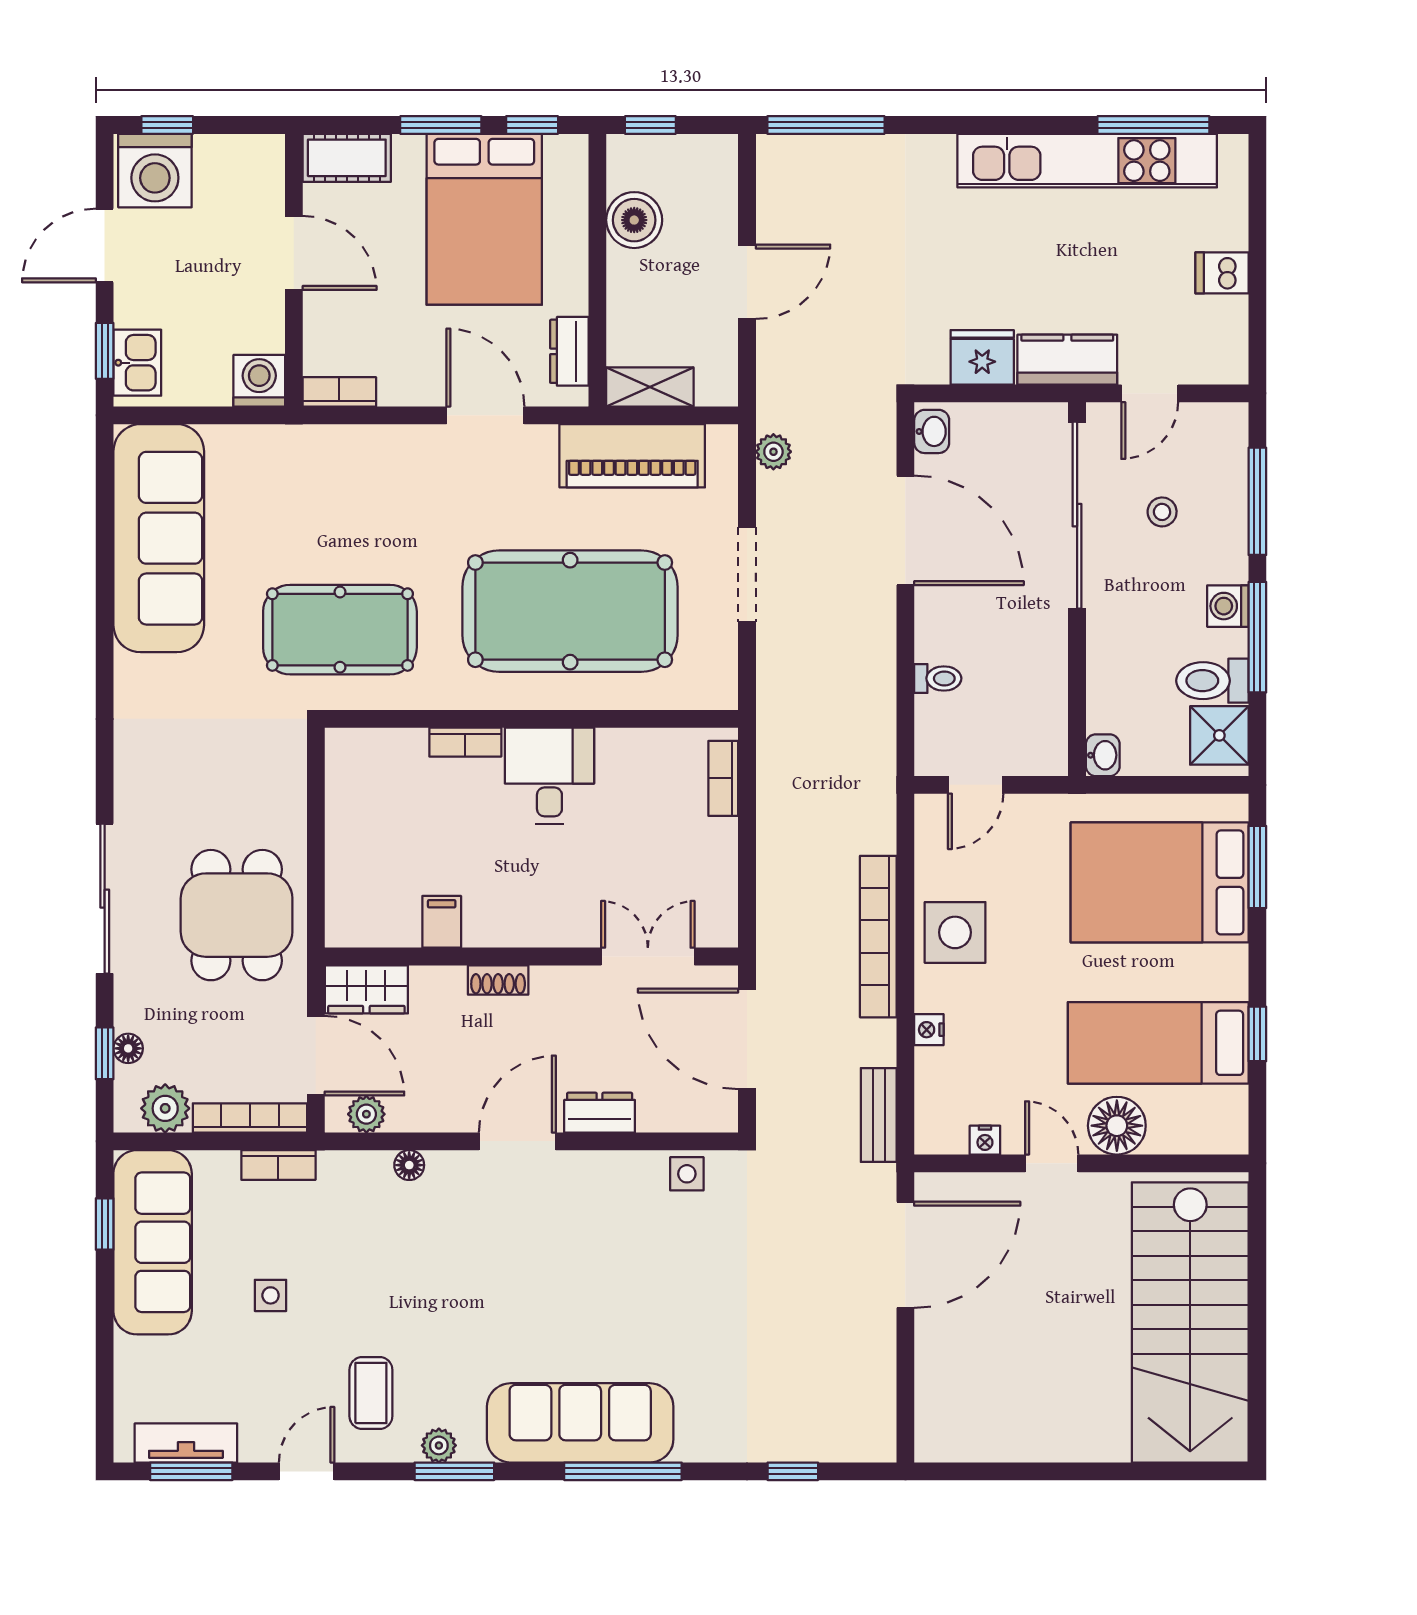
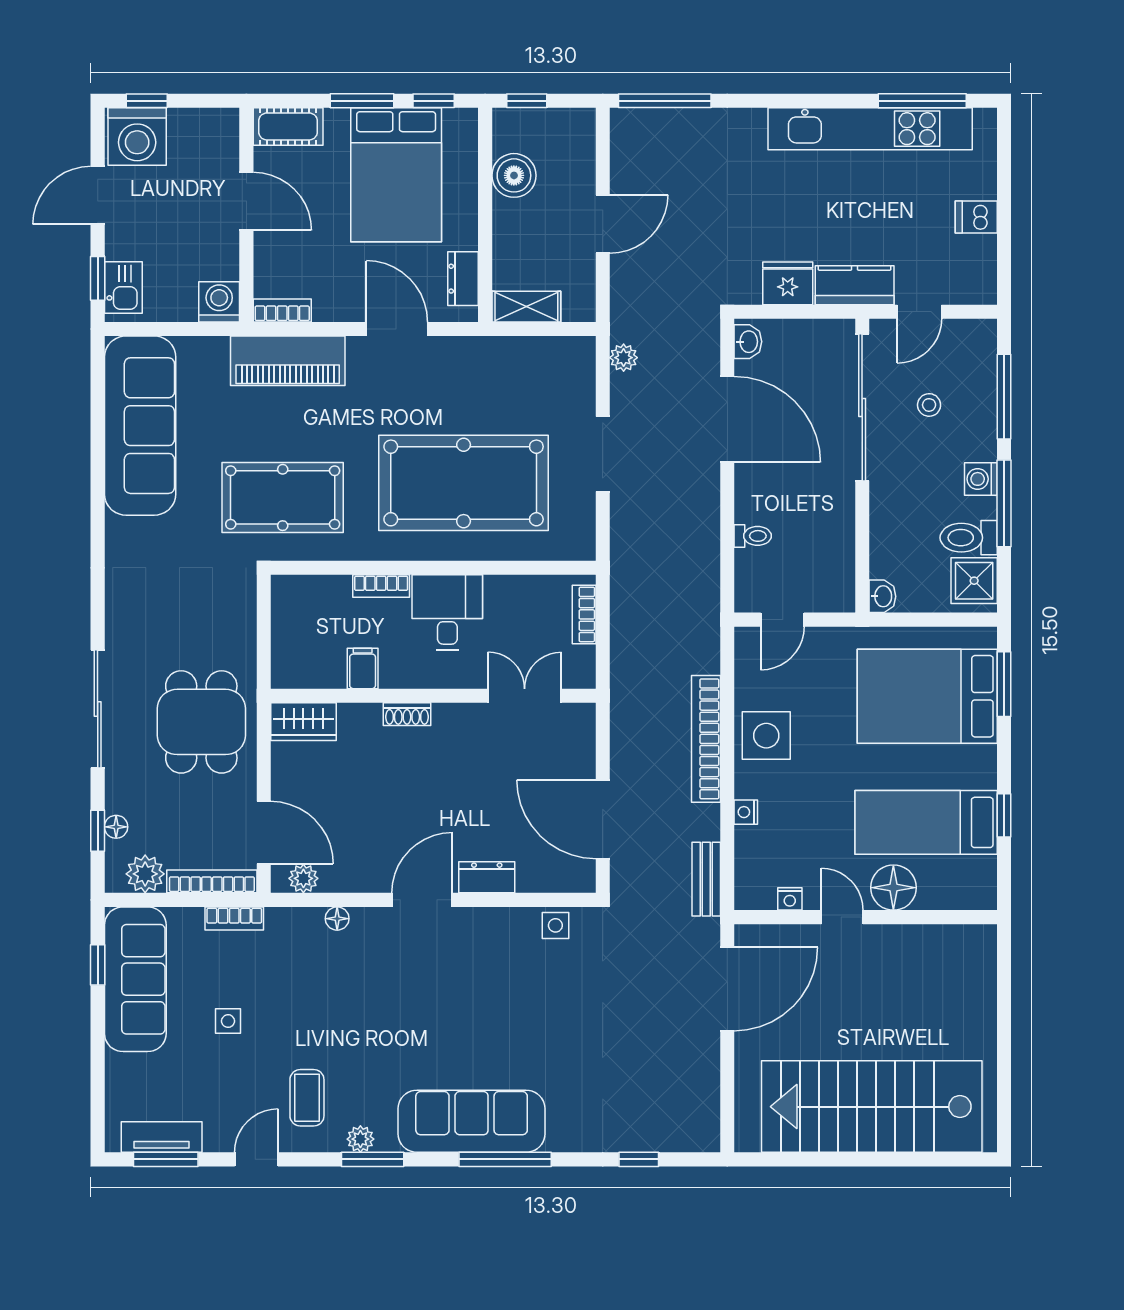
piano: (632, 456) -> (288, 361), moved
filing cabinet: (442, 922) -> (363, 668), moved
wall: (531, 957) -> (433, 696), moved
double door: (648, 957) -> (525, 696), moved
shoe rack: (498, 980) -> (407, 714), moved
wardrobe: (366, 989) -> (303, 722), moved
stairs: (1190, 1322) -> (872, 1107), moved, turned 90

